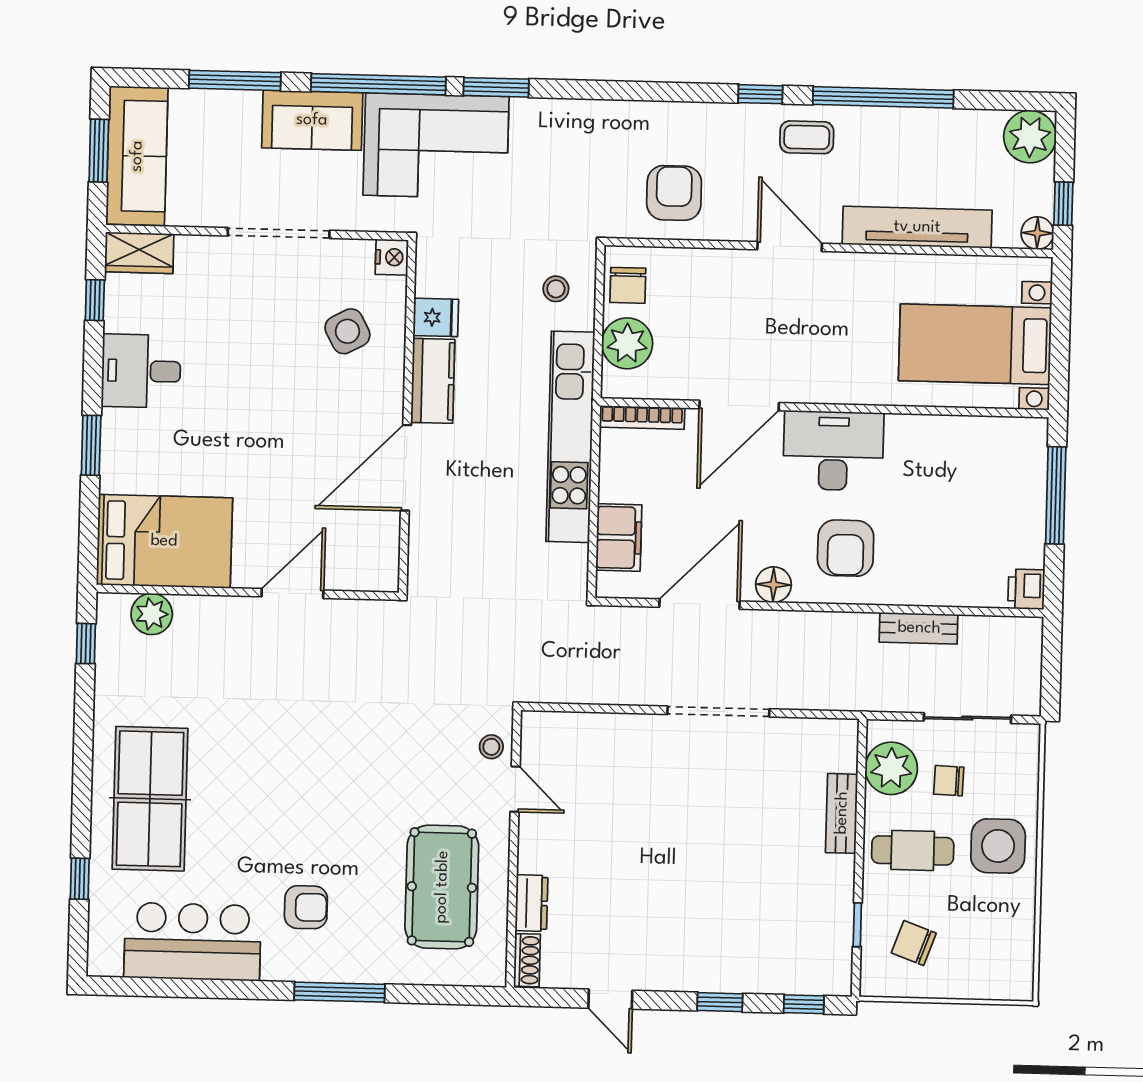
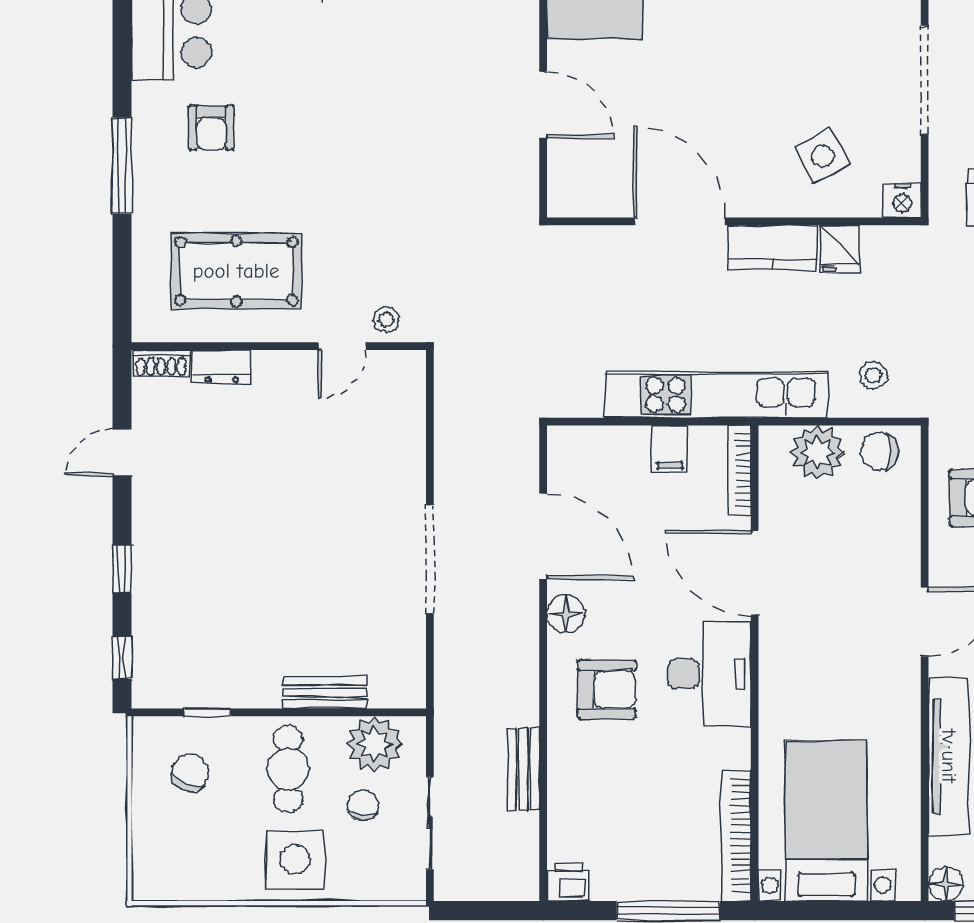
bookcase: (987, 430) -> (736, 836), added
filing cabinet: (619, 537) -> (670, 449), moved, width x0.50
armchair: (846, 548) -> (607, 689), turned 180

